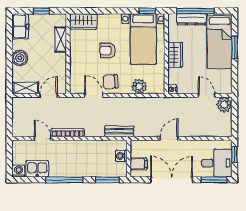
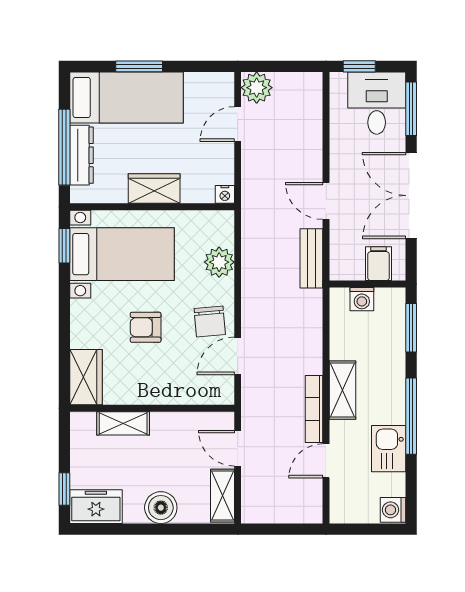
window: (41, 11) -> (64, 489), moved
armchair: (108, 51) -> (146, 327), turned 90
bench: (119, 131) -> (311, 258), moved
shelving: (77, 146) -> (343, 390), added
kitchen sink: (37, 169) -> (389, 449), moved

